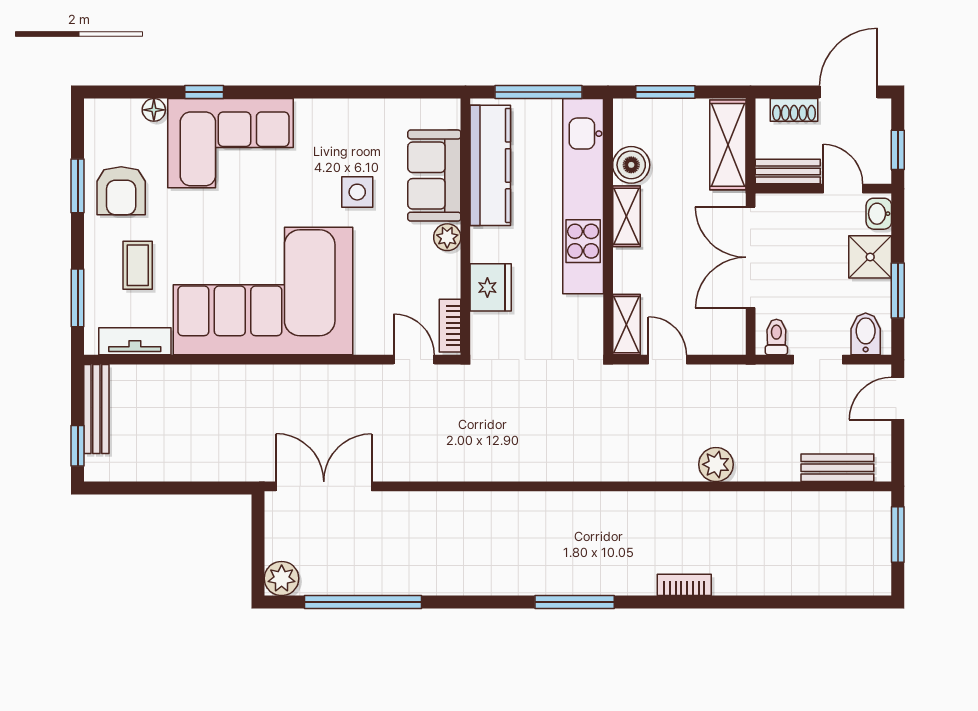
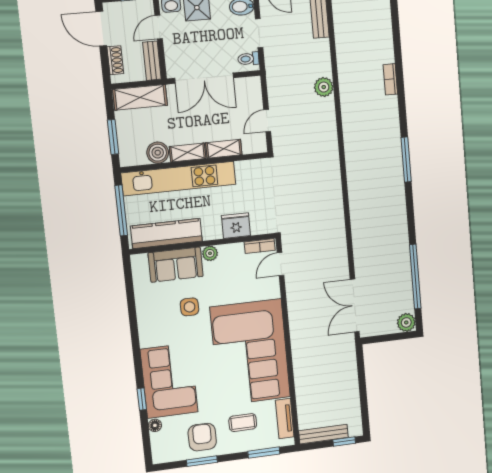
armchair: (121, 191) -> (202, 437), turned -90
shelving: (626, 325) -> (224, 149), moved
bookcase: (684, 585) -> (390, 79), moved

